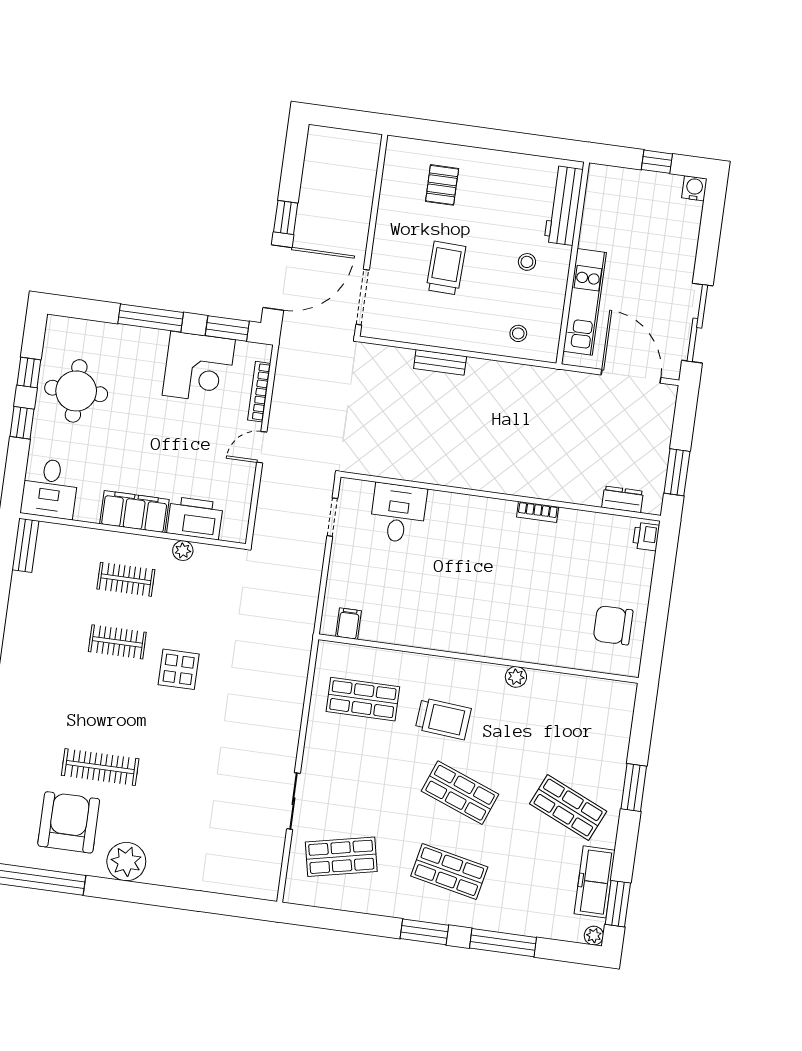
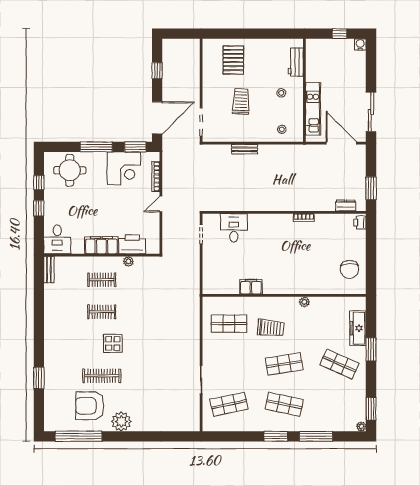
pallet: (442, 185) -> (233, 60), width x1.50, depth x1.42
workbench: (564, 206) -> (296, 62), width x0.73
window: (286, 217) -> (157, 71), moved
round table: (76, 391) -> (70, 170), moved
filing cabinet: (348, 624) -> (251, 287), moved, width x2.00
chair: (613, 625) -> (349, 269), turned -90
display table: (179, 669) -> (113, 343), moved
shop shelf: (460, 793) -> (284, 364), turned -30
armchair: (69, 822) -> (90, 406), turned -90
freezer: (595, 882) -> (358, 328), moved

